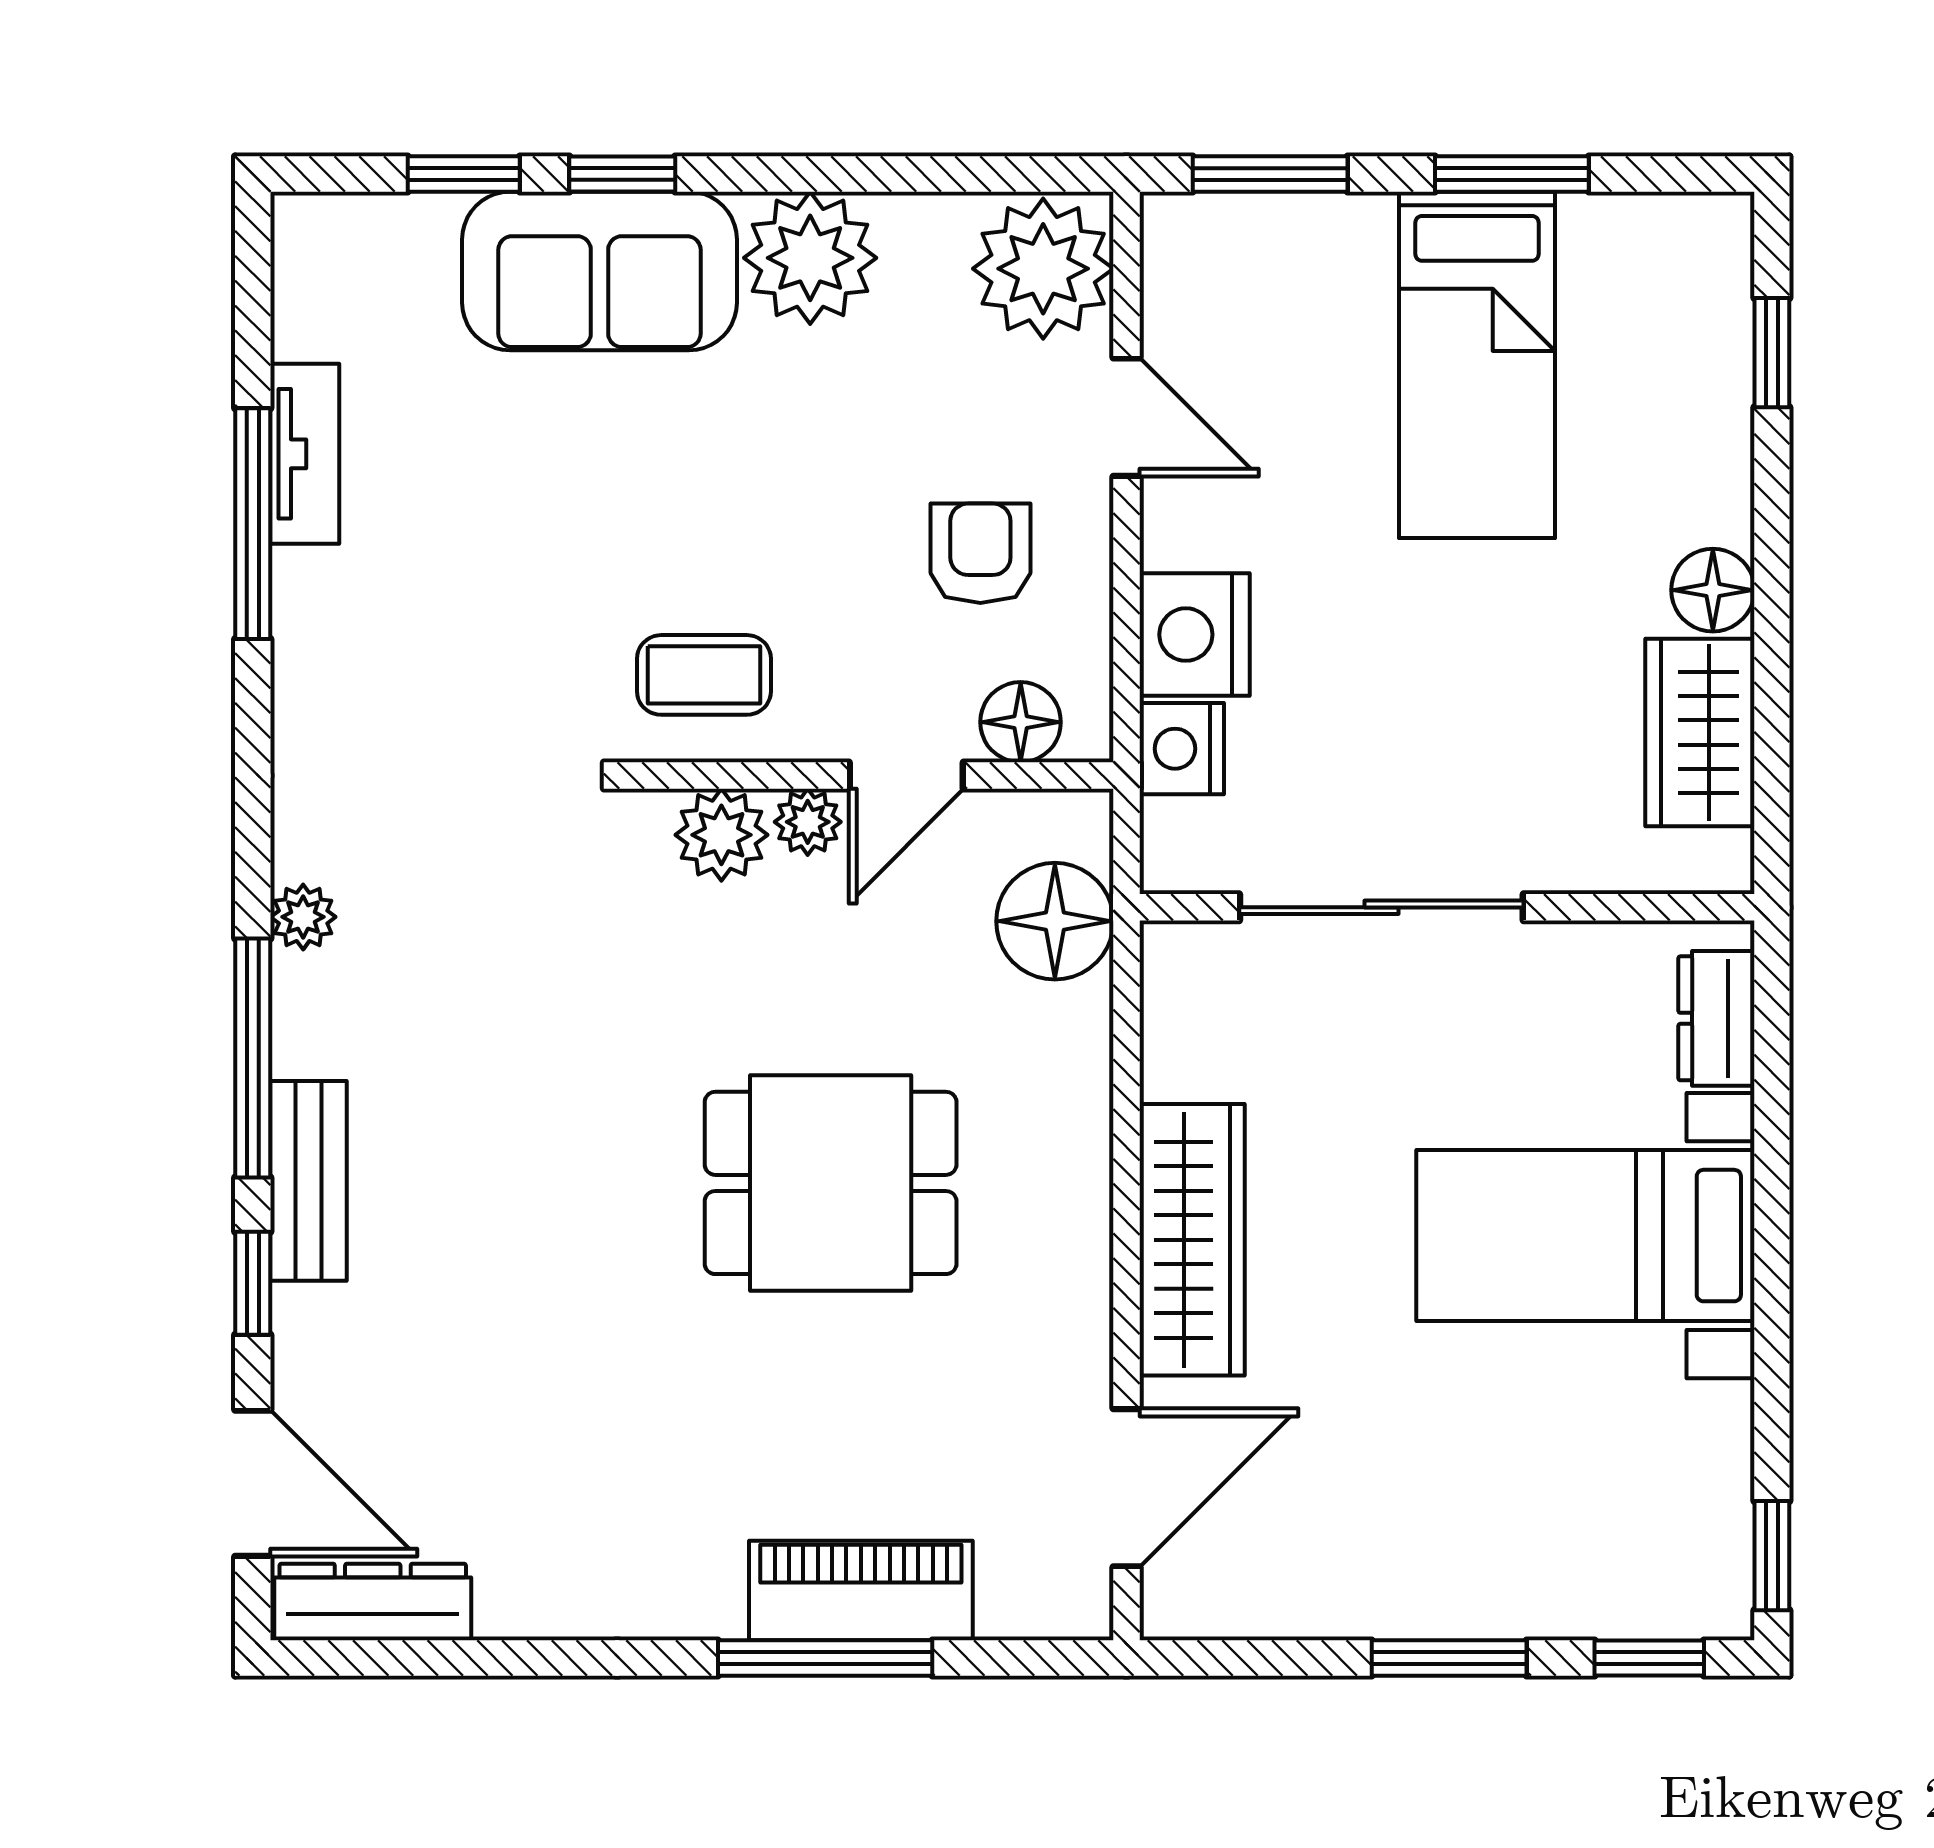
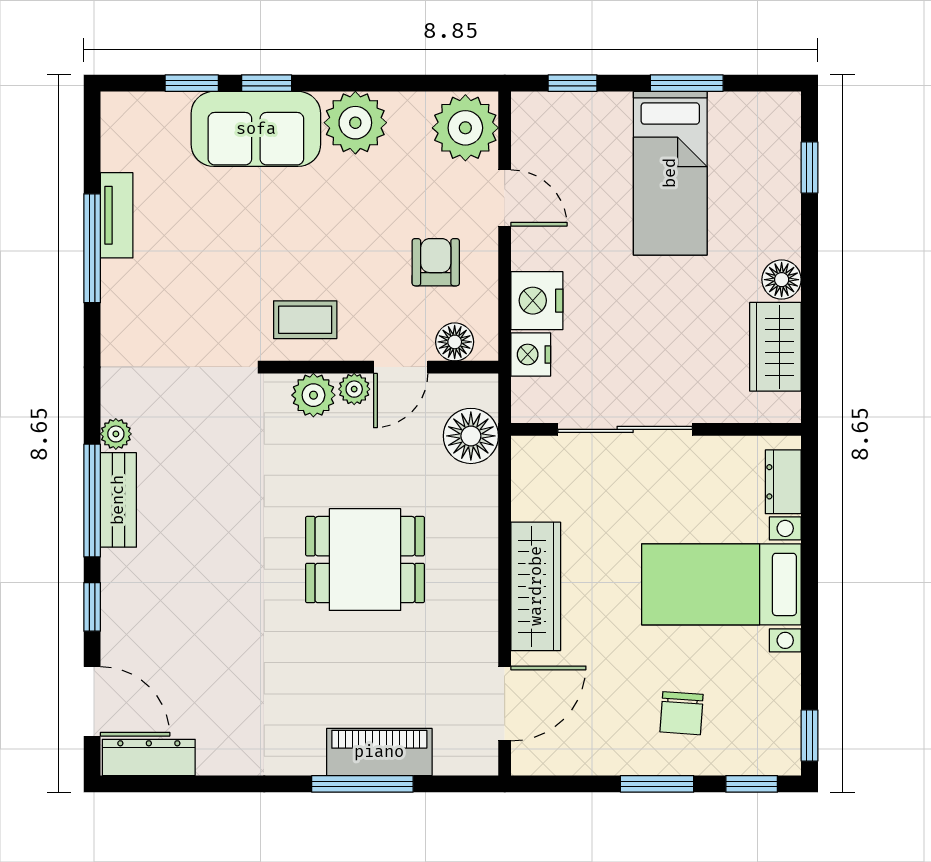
window: (1270, 174) -> (573, 83), width x0.67
bench: (309, 1181) -> (118, 500), moved
chair: (1501, 1508) -> (682, 713), added

